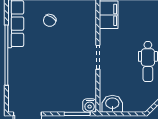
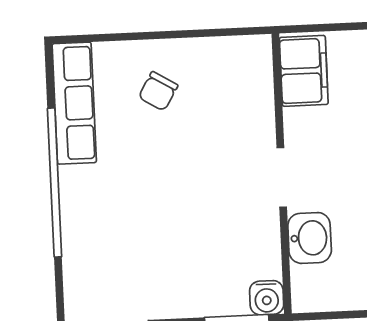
washbasin: (112, 104) -> (310, 238), moved, turned 90

